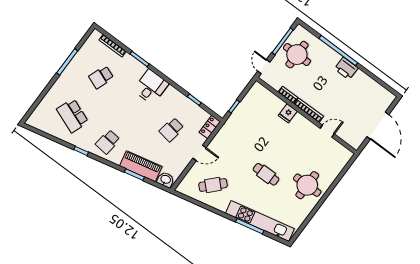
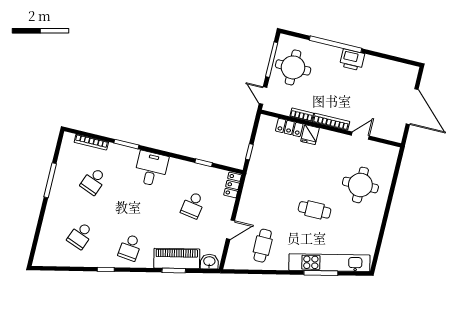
locker: (274, 101) -> (289, 127), added
school desk: (72, 116) -> (80, 235), width x0.54
door: (199, 153) -> (231, 230), moved
cafe table: (213, 185) -> (263, 246), turned -44
round table: (307, 185) -> (360, 185), moved

